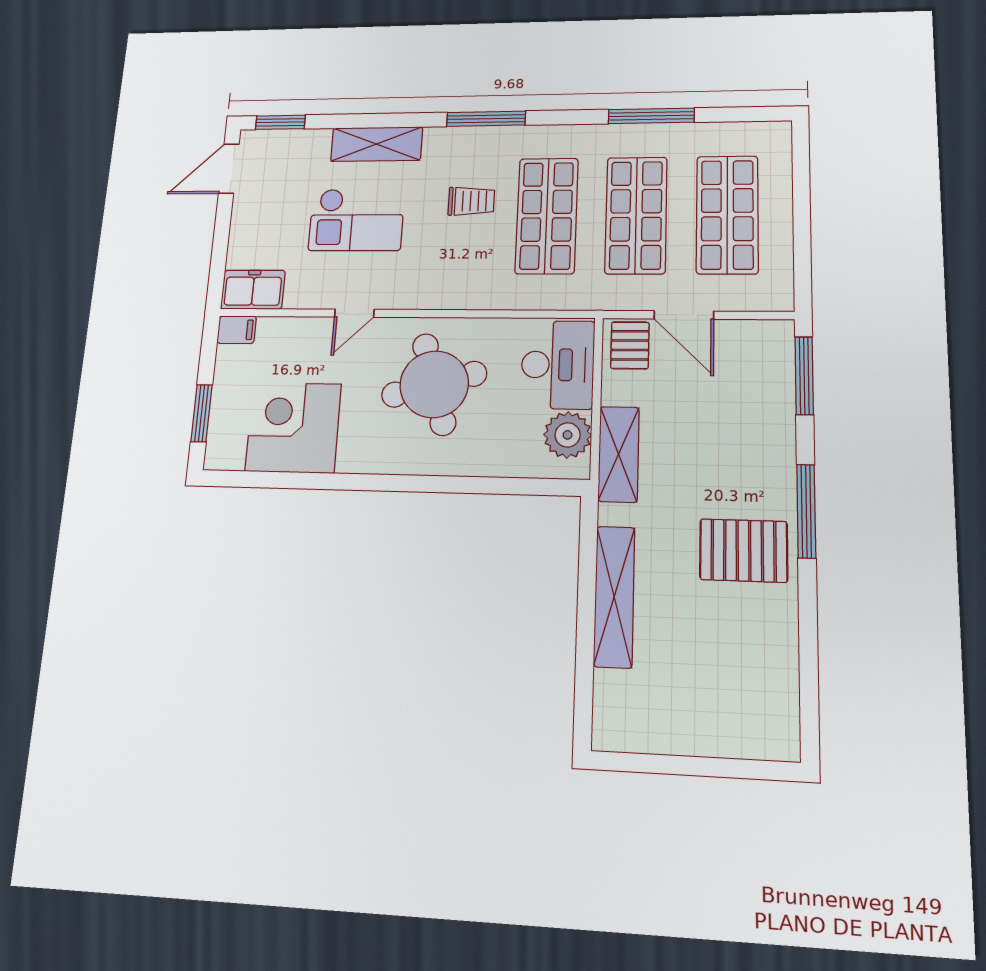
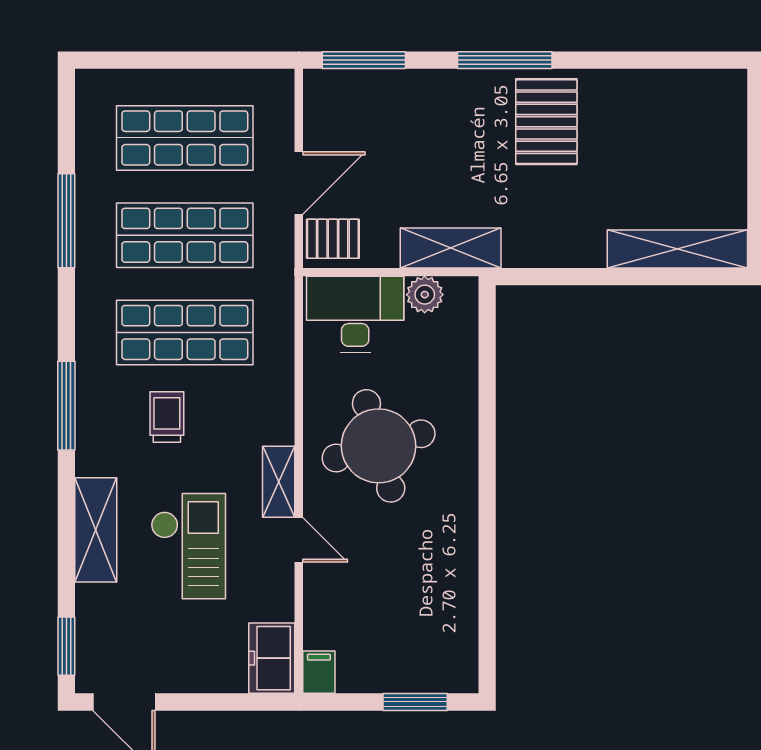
shelving: (407, 296) -> (279, 482), added
corner desk: (293, 428) -> (429, 597), removed
plant: (568, 435) -> (425, 295), width x0.73, depth x0.73
shelving: (614, 596) -> (677, 249), moved

